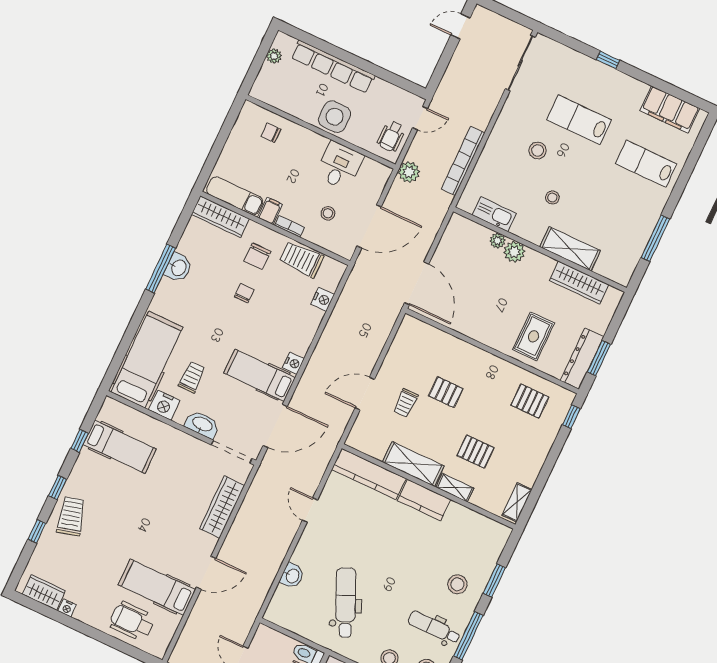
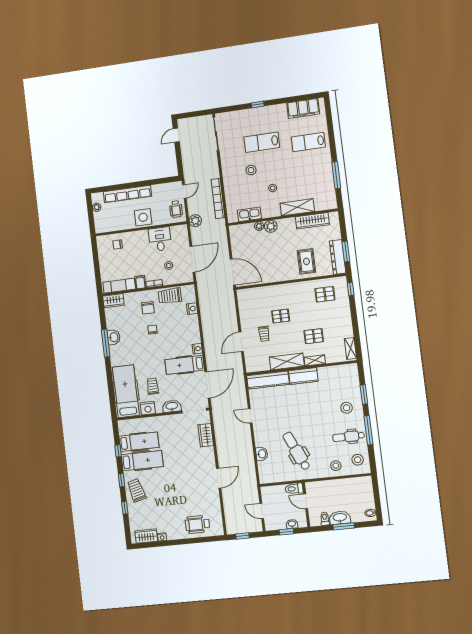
wardrobe: (220, 217) -> (113, 301), width x0.67
wardrobe: (222, 507) -> (206, 435), width x0.67
hospital bed: (157, 587) -> (142, 461), moved, turned 180

